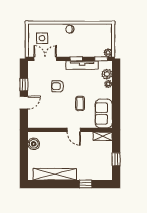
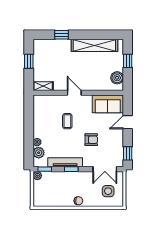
window: (24, 85) -> (128, 153), moved
sofa: (104, 113) -> (108, 104), moved, turned 90
window: (24, 160) -> (128, 61), added

